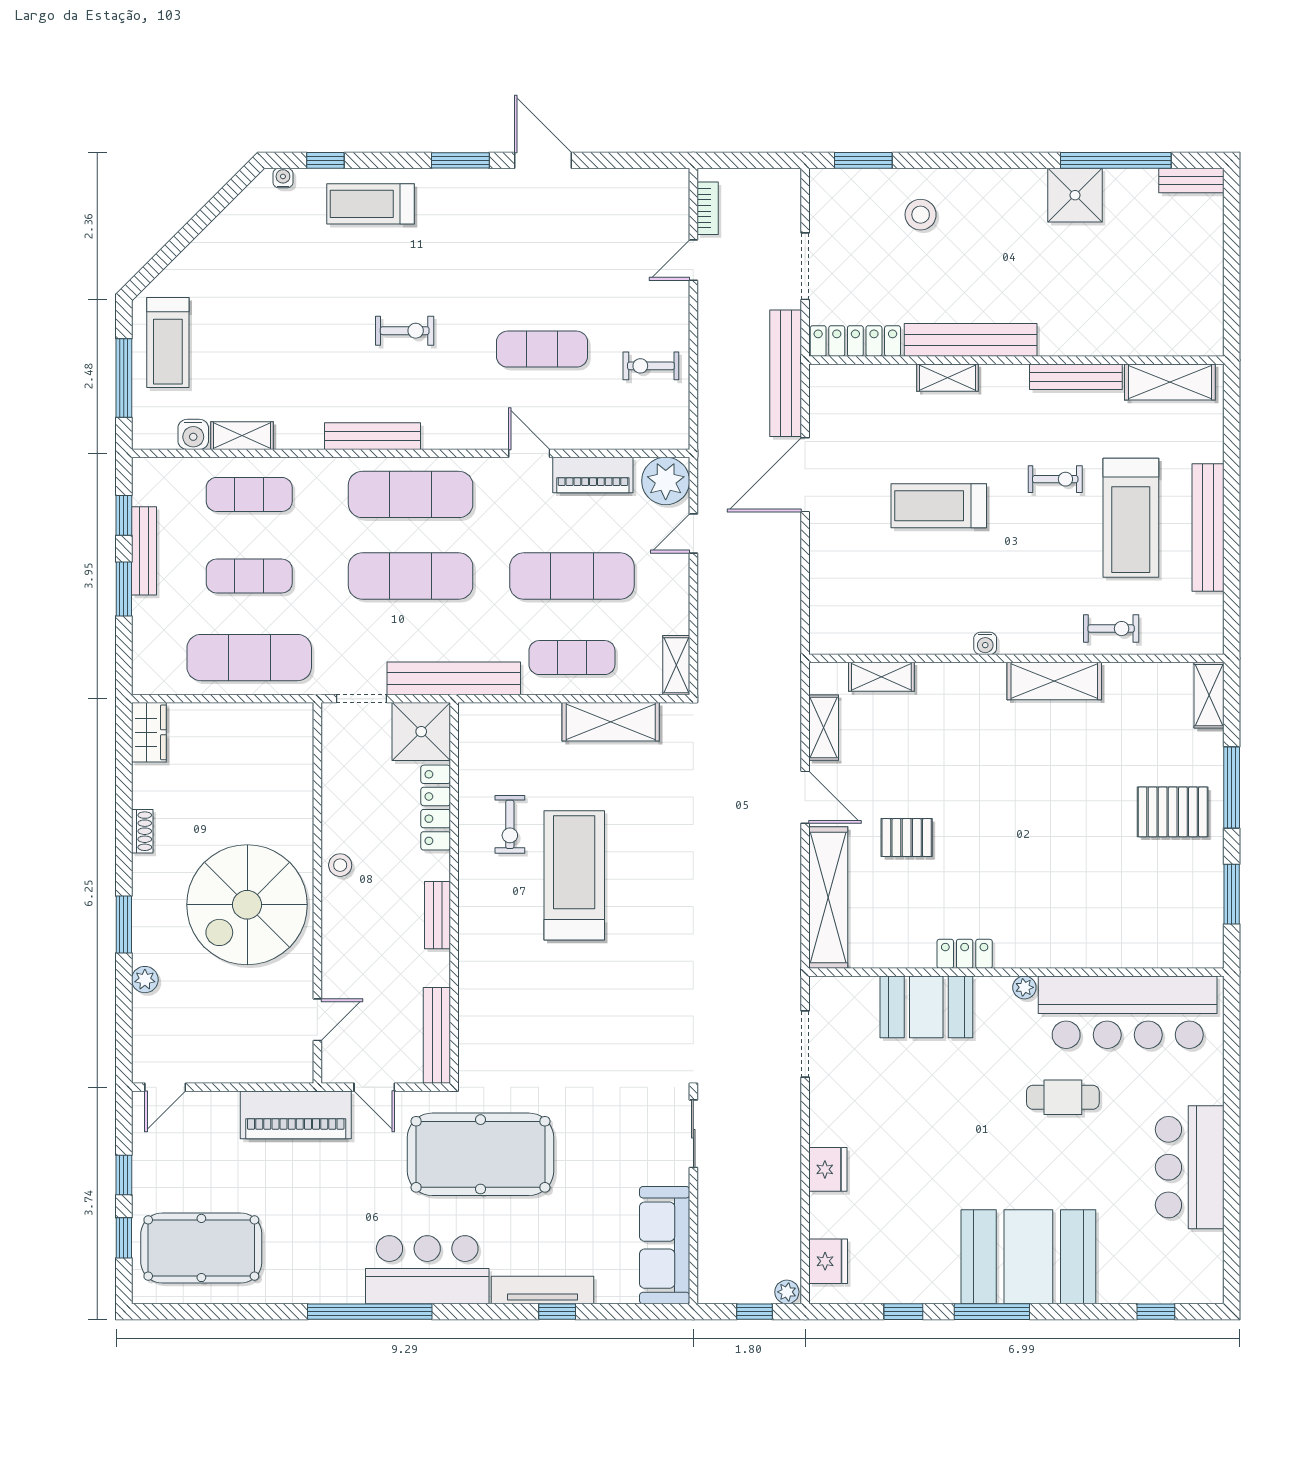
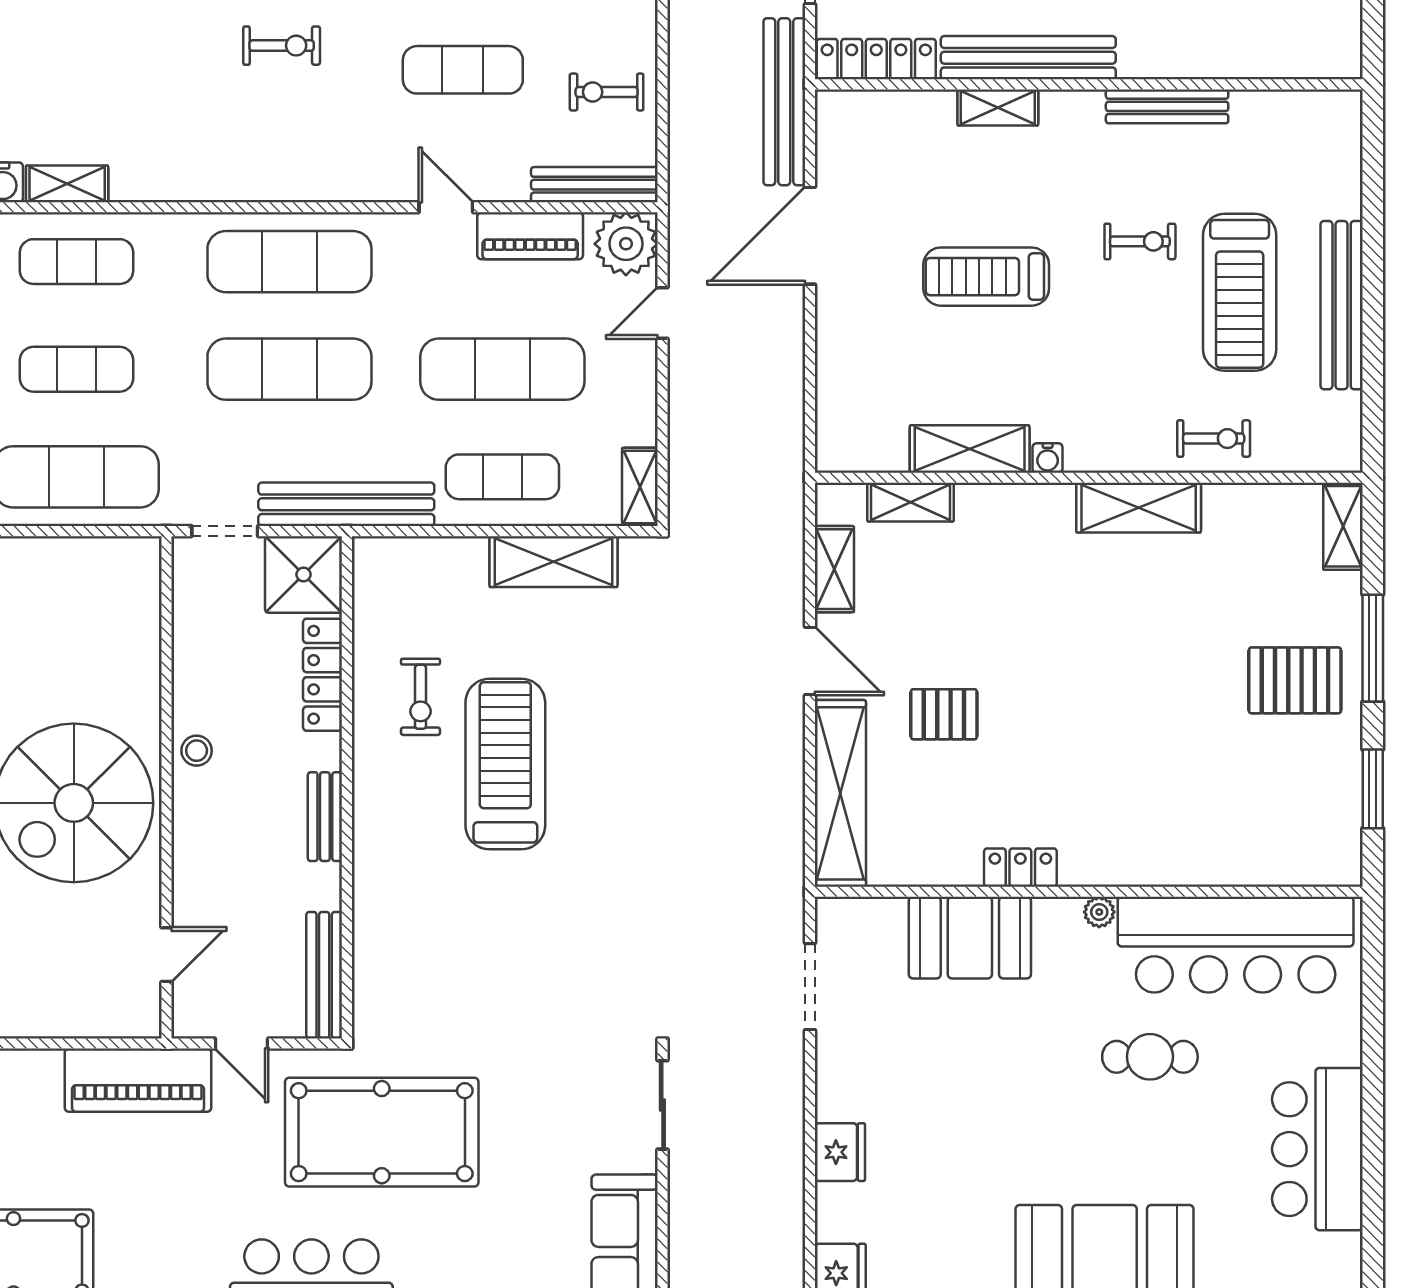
shelving: (1170, 382) -> (970, 449), moved
bench: (373, 436) -> (594, 185), moved

